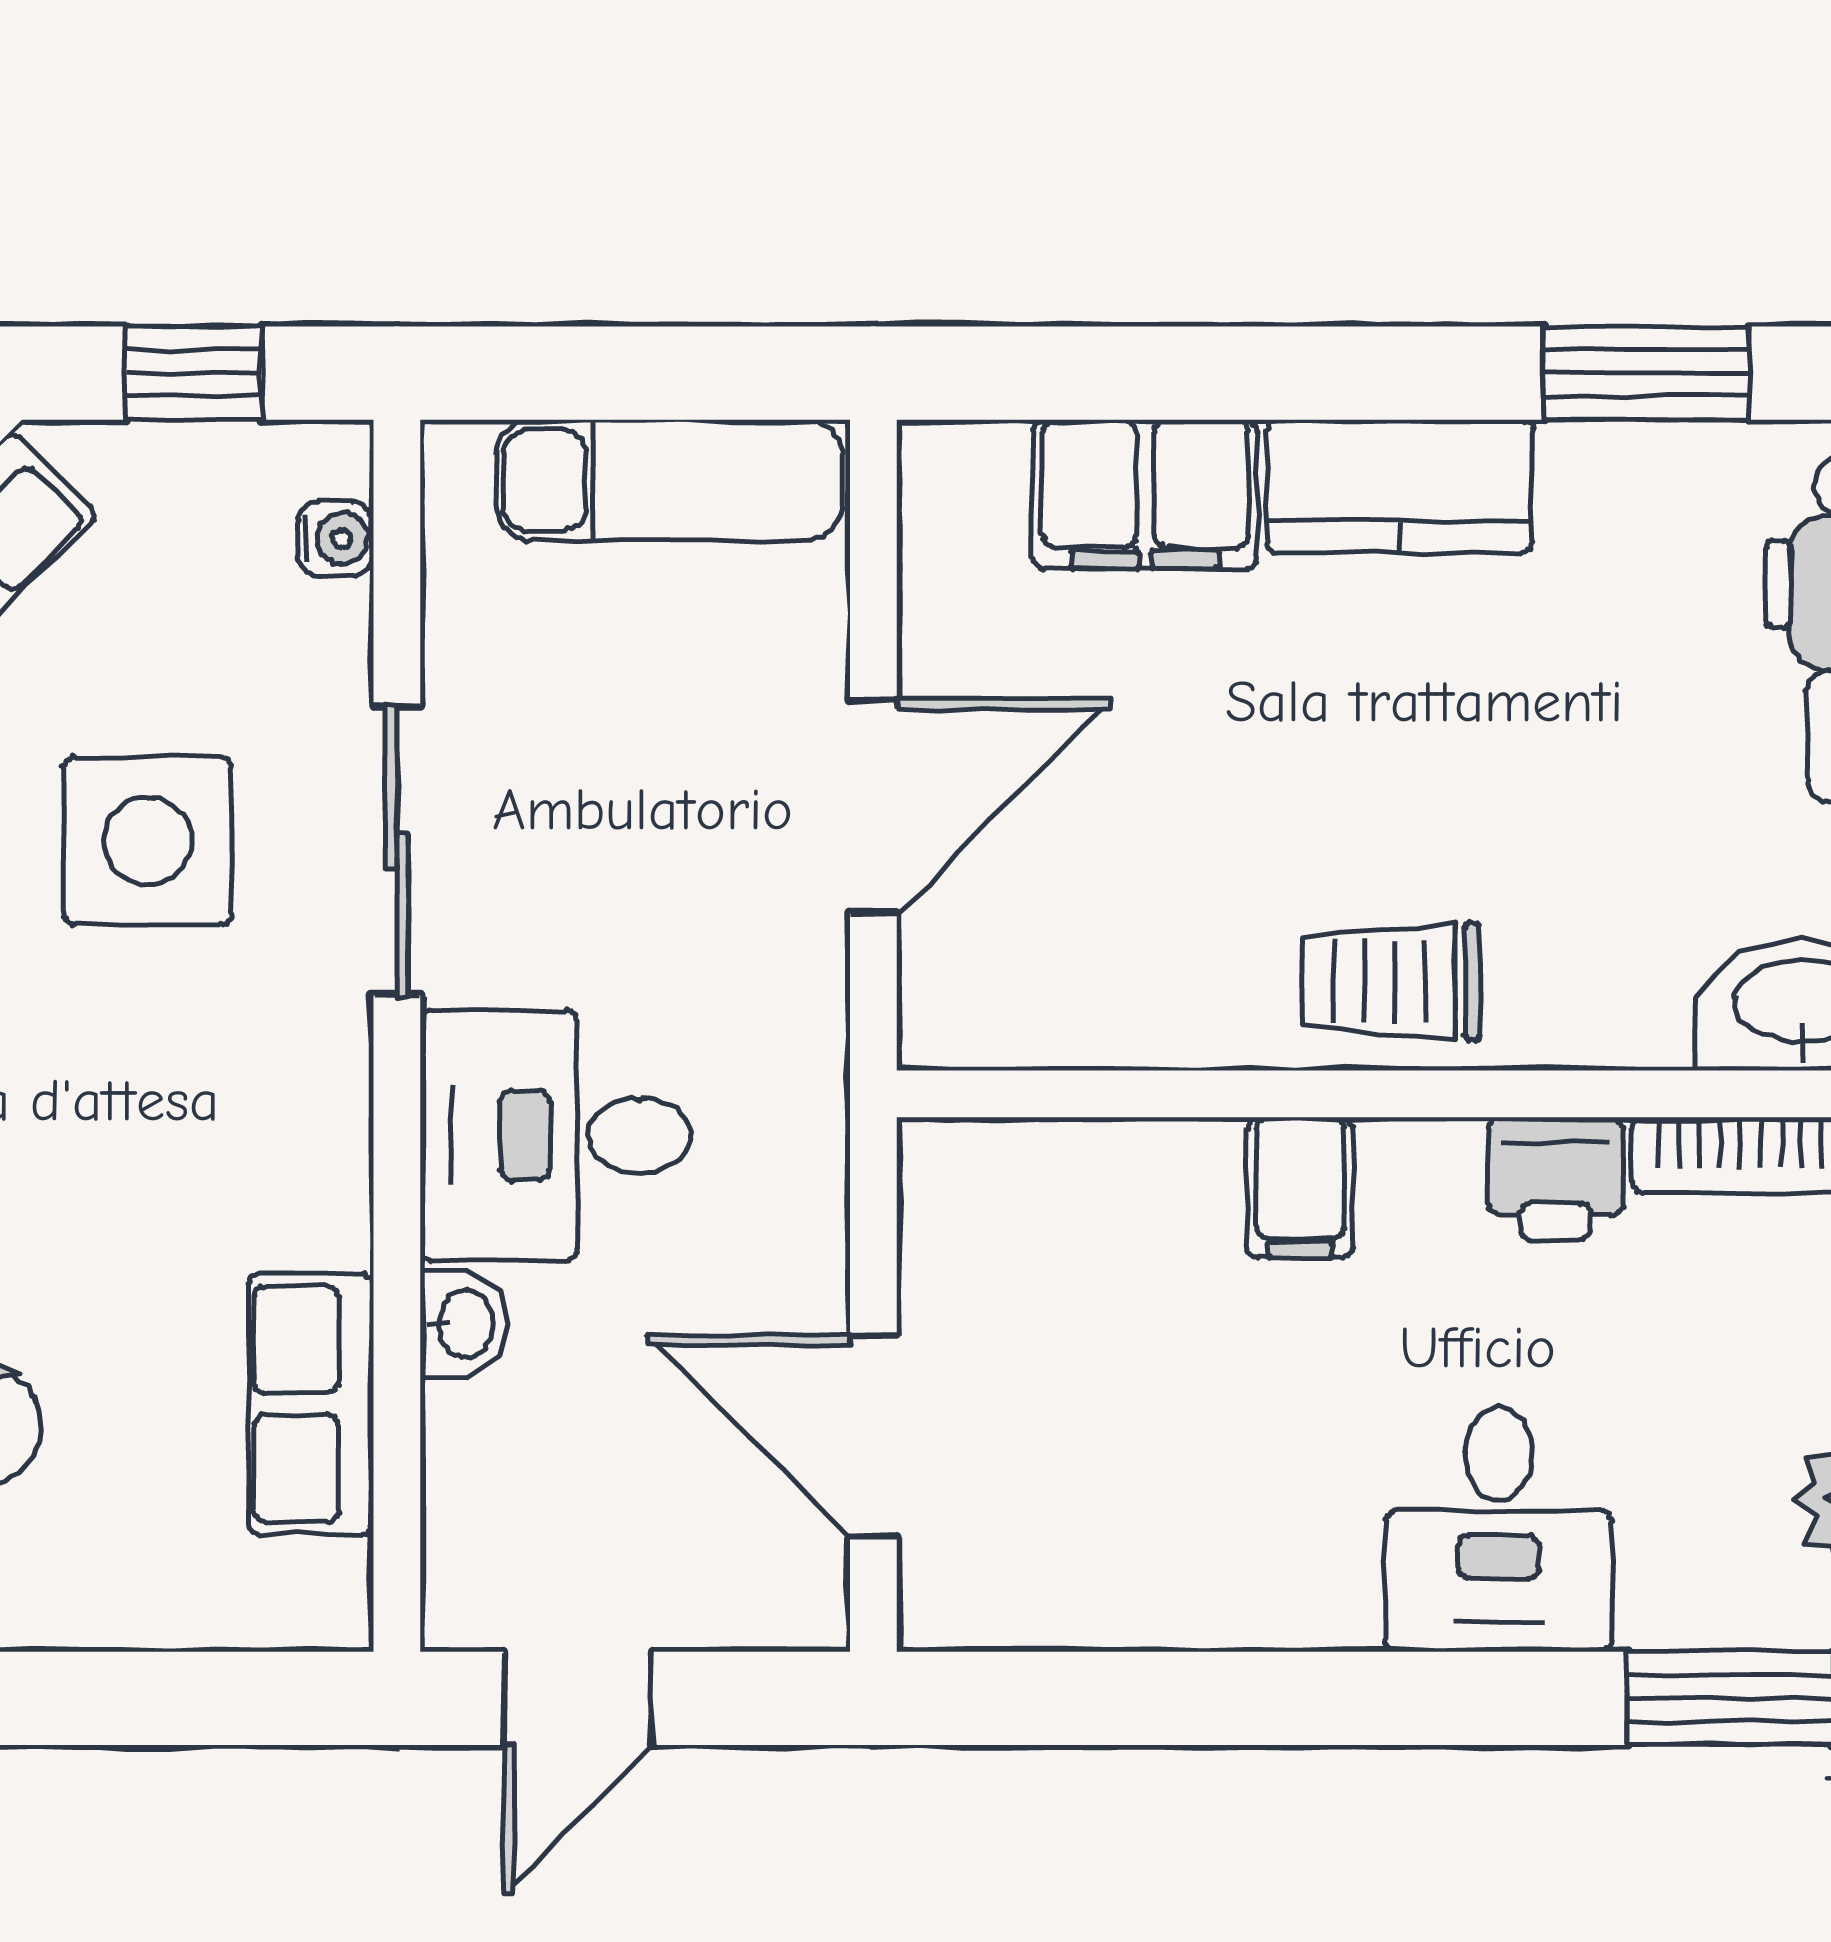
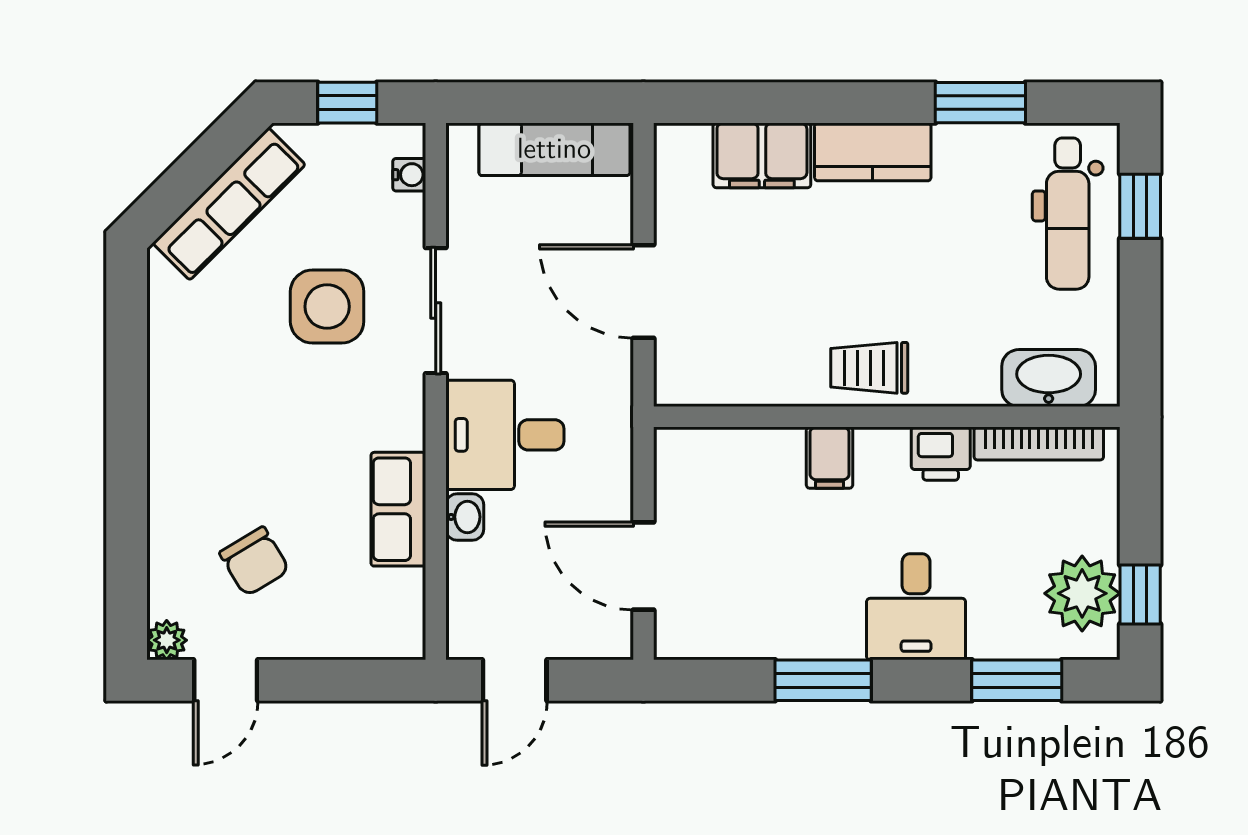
door: (873, 806) -> (643, 291), swing flipped
row of seats: (311, 1404) -> (398, 509), moved
window: (1286, 1698) -> (823, 680), added

